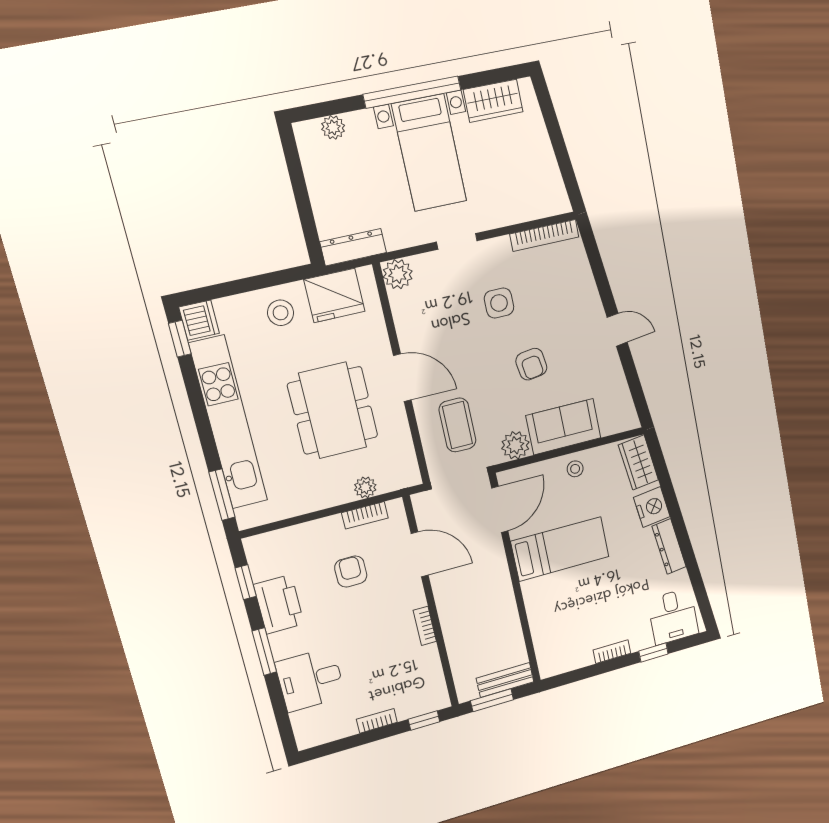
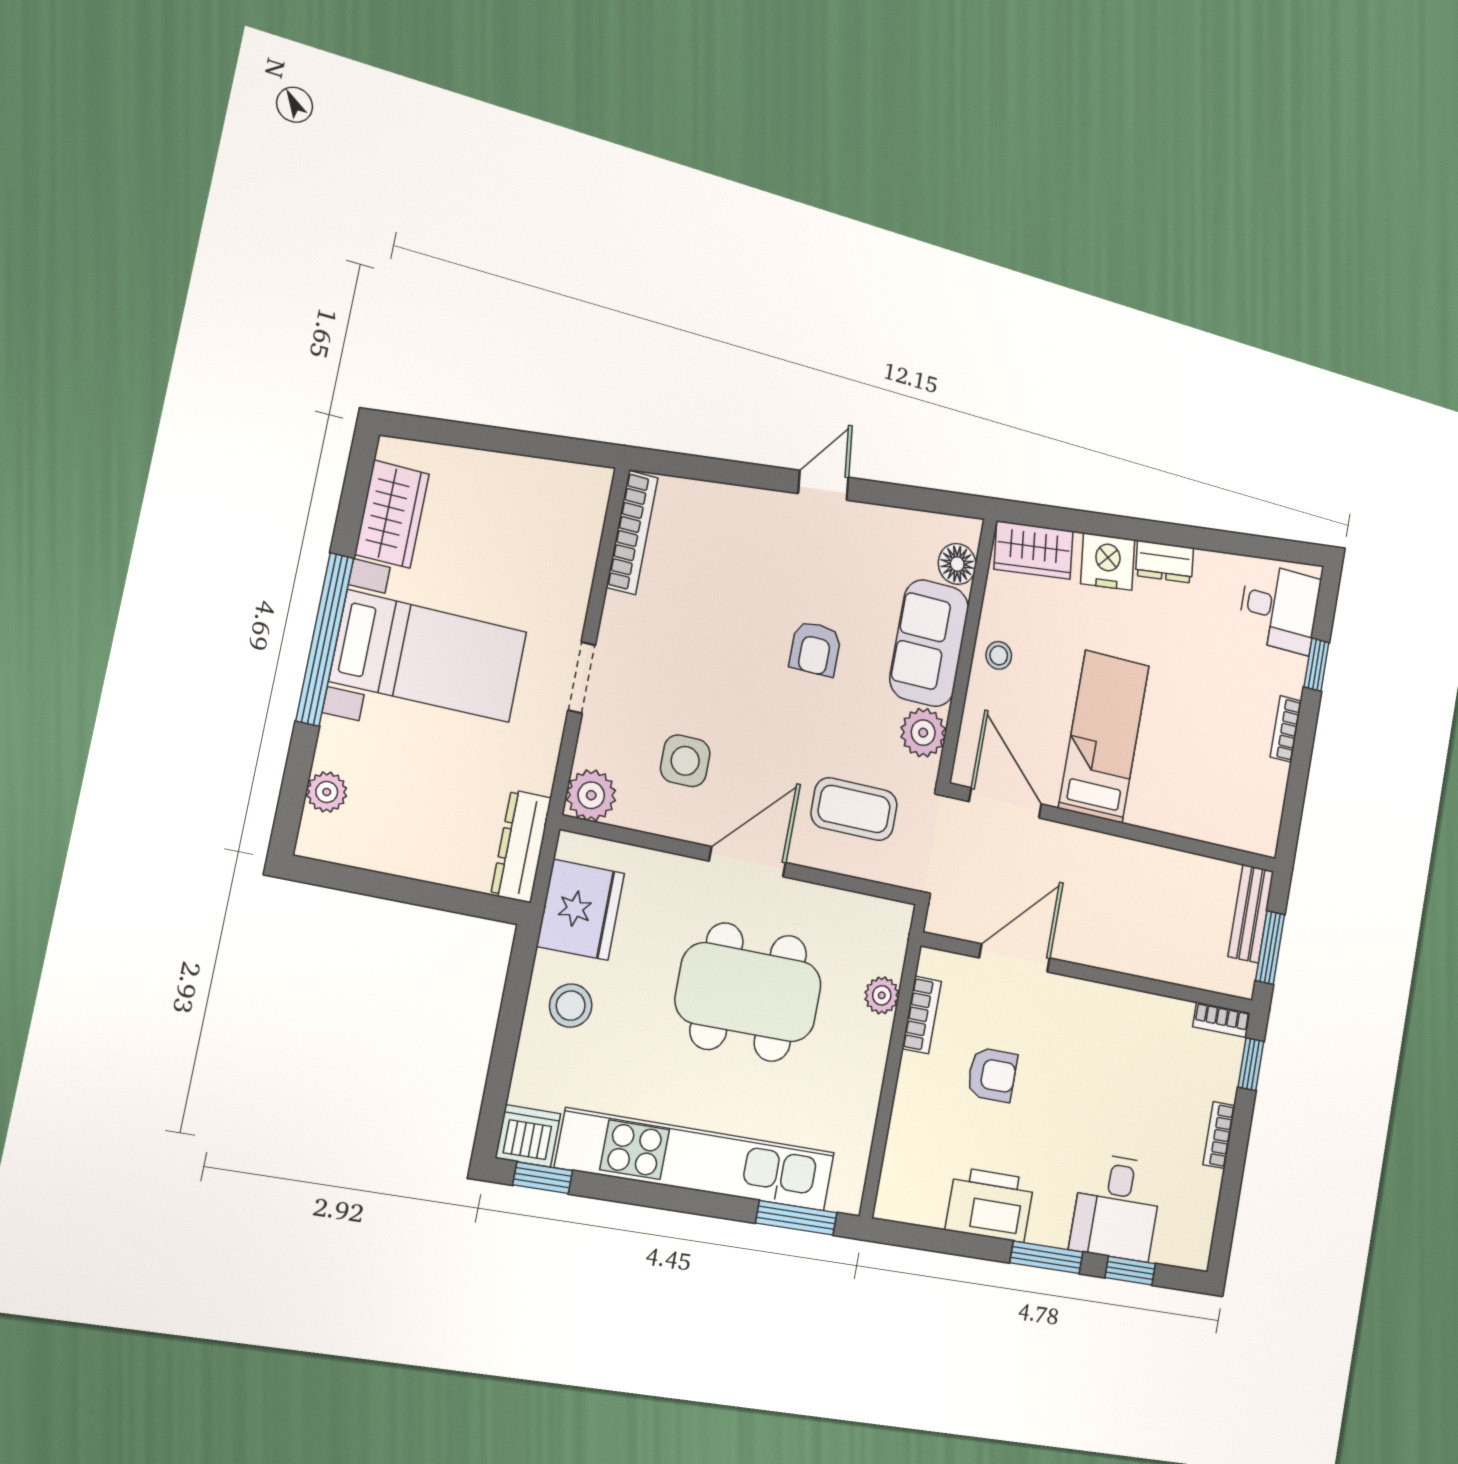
side table: (499, 303) -> (685, 761), moved
armchair: (531, 364) -> (815, 649), turned 98
floor lamp: (612, 423) -> (957, 564), added
dresser: (669, 547) -> (1165, 562), width x0.70
armchair: (351, 572) -> (992, 1075), turned 180
window: (246, 582) -> (1130, 1271), moved
bookcase: (425, 626) -> (1222, 1020), moved

